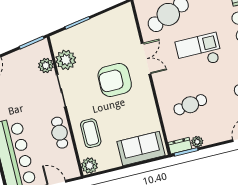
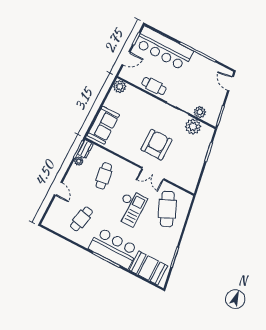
coffee table: (91, 133) -> (138, 104), removed

